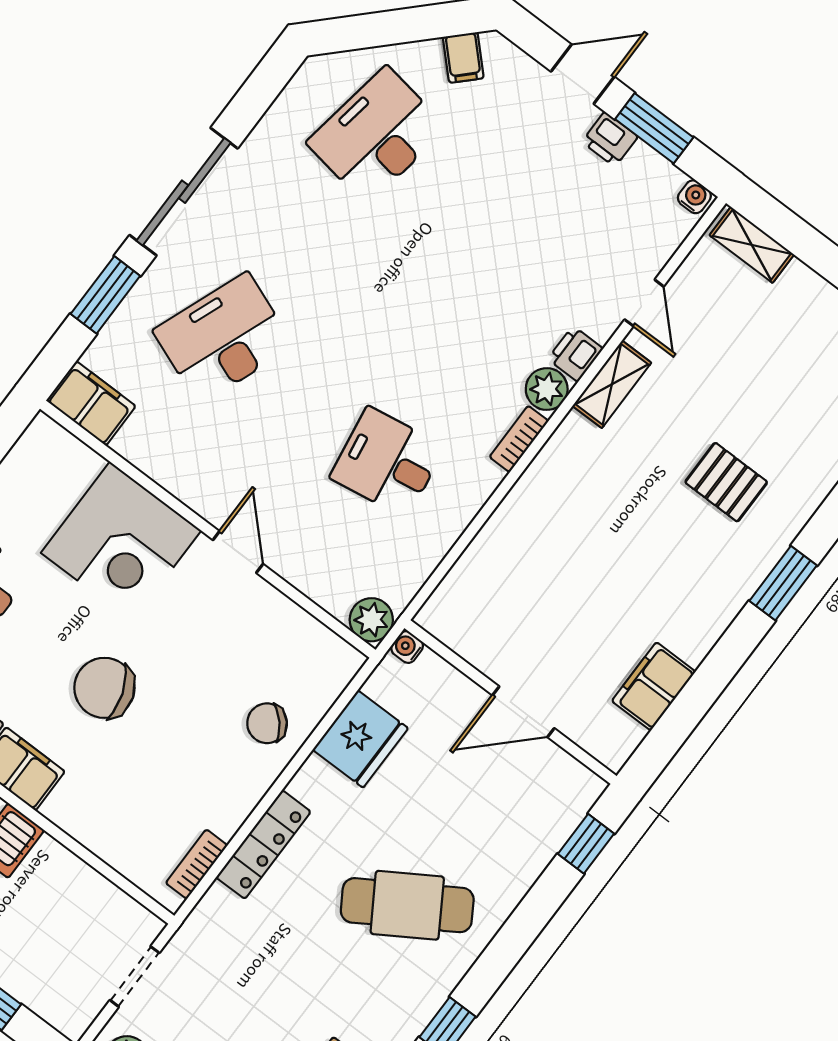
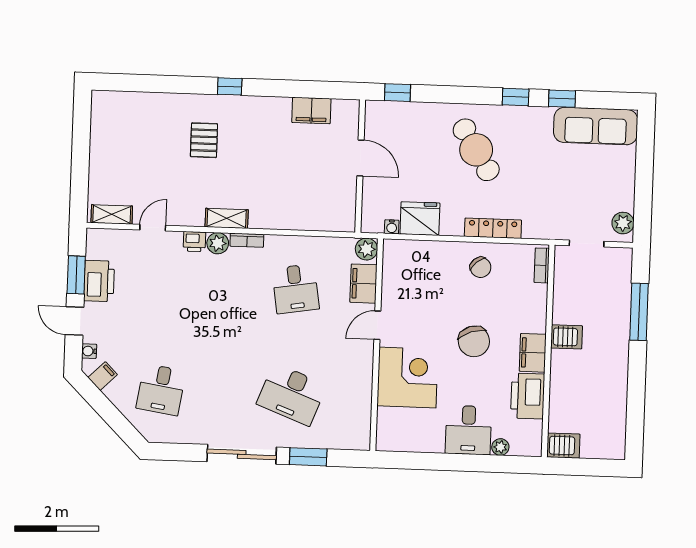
desk: (377, 135) -> (161, 390), width x0.73
printer: (610, 139) -> (99, 281), width x1.87, depth x1.48
water cooler: (694, 197) -> (89, 351), moved
shelving: (752, 245) -> (112, 214), moved, turned 90
shelving: (612, 384) -> (227, 218), moved
filing cabinet: (91, 403) -> (363, 284), moved
window: (783, 583) -> (230, 86), width x0.67
water cooler: (407, 647) -> (392, 227), moved
chair: (267, 723) -> (481, 267), moved
bookcase: (197, 864) -> (542, 265), moved, turned 90

